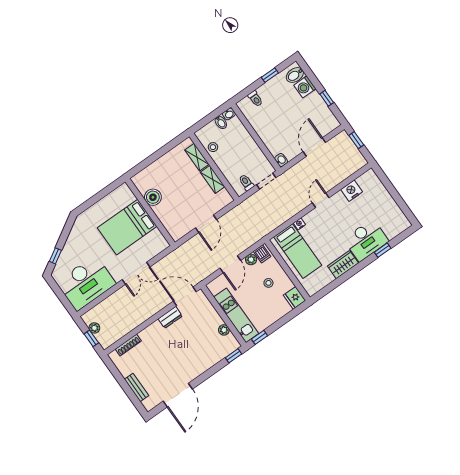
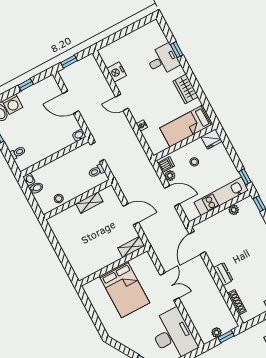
shelving: (197, 157) -> (131, 247), moved
boiler: (153, 197) -> (99, 261), removed
desk: (366, 240) -> (163, 60), width x0.73
bed: (298, 251) -> (186, 126), moved, turned 180
dresser: (170, 317) -> (223, 274), moved

